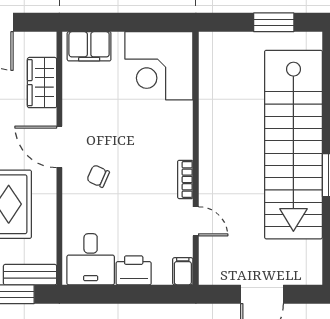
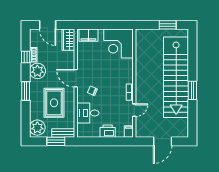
wardrobe: (42, 83) -> (68, 40), moved
door: (196, 221) -> (134, 110), hinge flipped
desk: (91, 259) -> (88, 113), moved, turned 90

